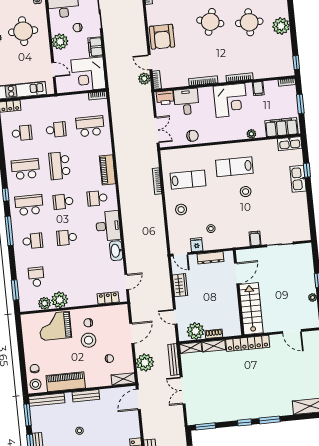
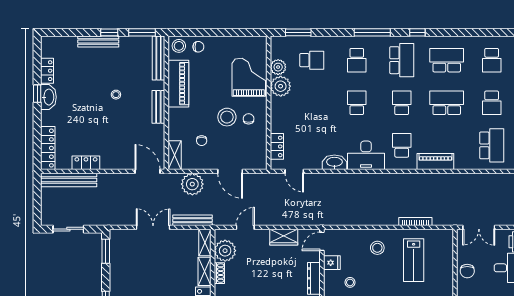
school desk: (26, 169) -> (447, 60), turned -90

